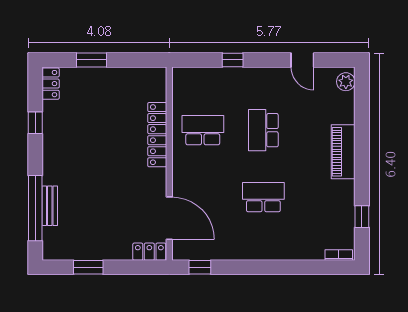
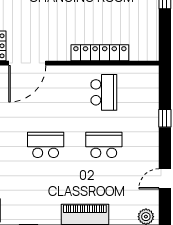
school desk: (263, 197) -> (46, 145), turned -90

